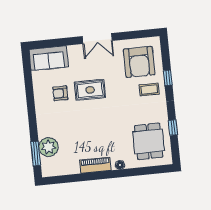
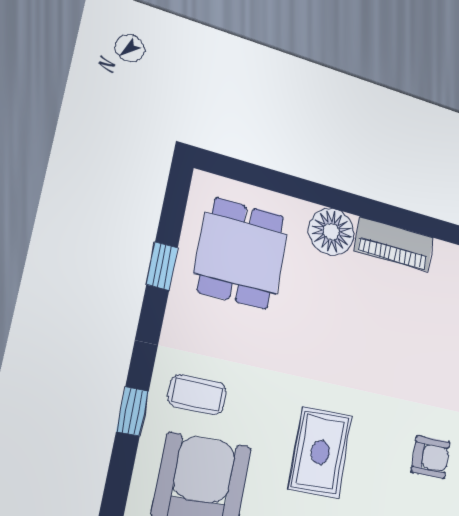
rug: (90, 90) -> (320, 452), moved, turned 90
floor lamp: (120, 165) -> (331, 232), width x1.89, depth x1.89

